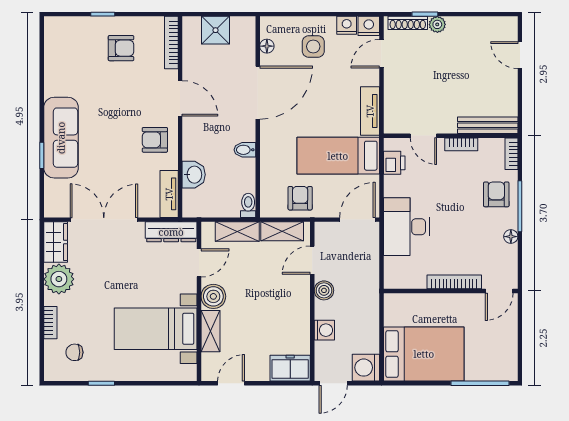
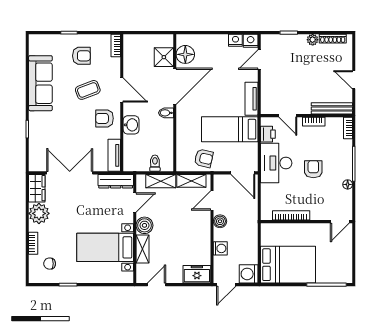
shoe rack: (408, 23) -> (333, 39), moved
plant: (437, 24) -> (313, 40), moved
shower: (215, 30) -> (164, 57), moved
bookcase: (171, 42) -> (116, 46), width x0.64
floor lamp: (267, 46) -> (185, 54), width x1.89, depth x1.89
side table: (313, 46) -> (213, 55), removed
door: (520, 55) -> (354, 80), moved
coffee table: (130, 98) -> (88, 90), added
sofa: (61, 138) -> (40, 83), moved
bidet: (245, 150) -> (166, 113), moved
washbasin: (194, 175) -> (131, 125), moved
armchair: (496, 194) -> (313, 169), moved
armchair: (300, 198) -> (204, 158), turned 103
toilet: (248, 205) -> (155, 163), moved
door: (357, 220) -> (243, 173), swing flipped
desk: (406, 227) -> (276, 163), moved
bookcase: (454, 282) -> (291, 215), moved

